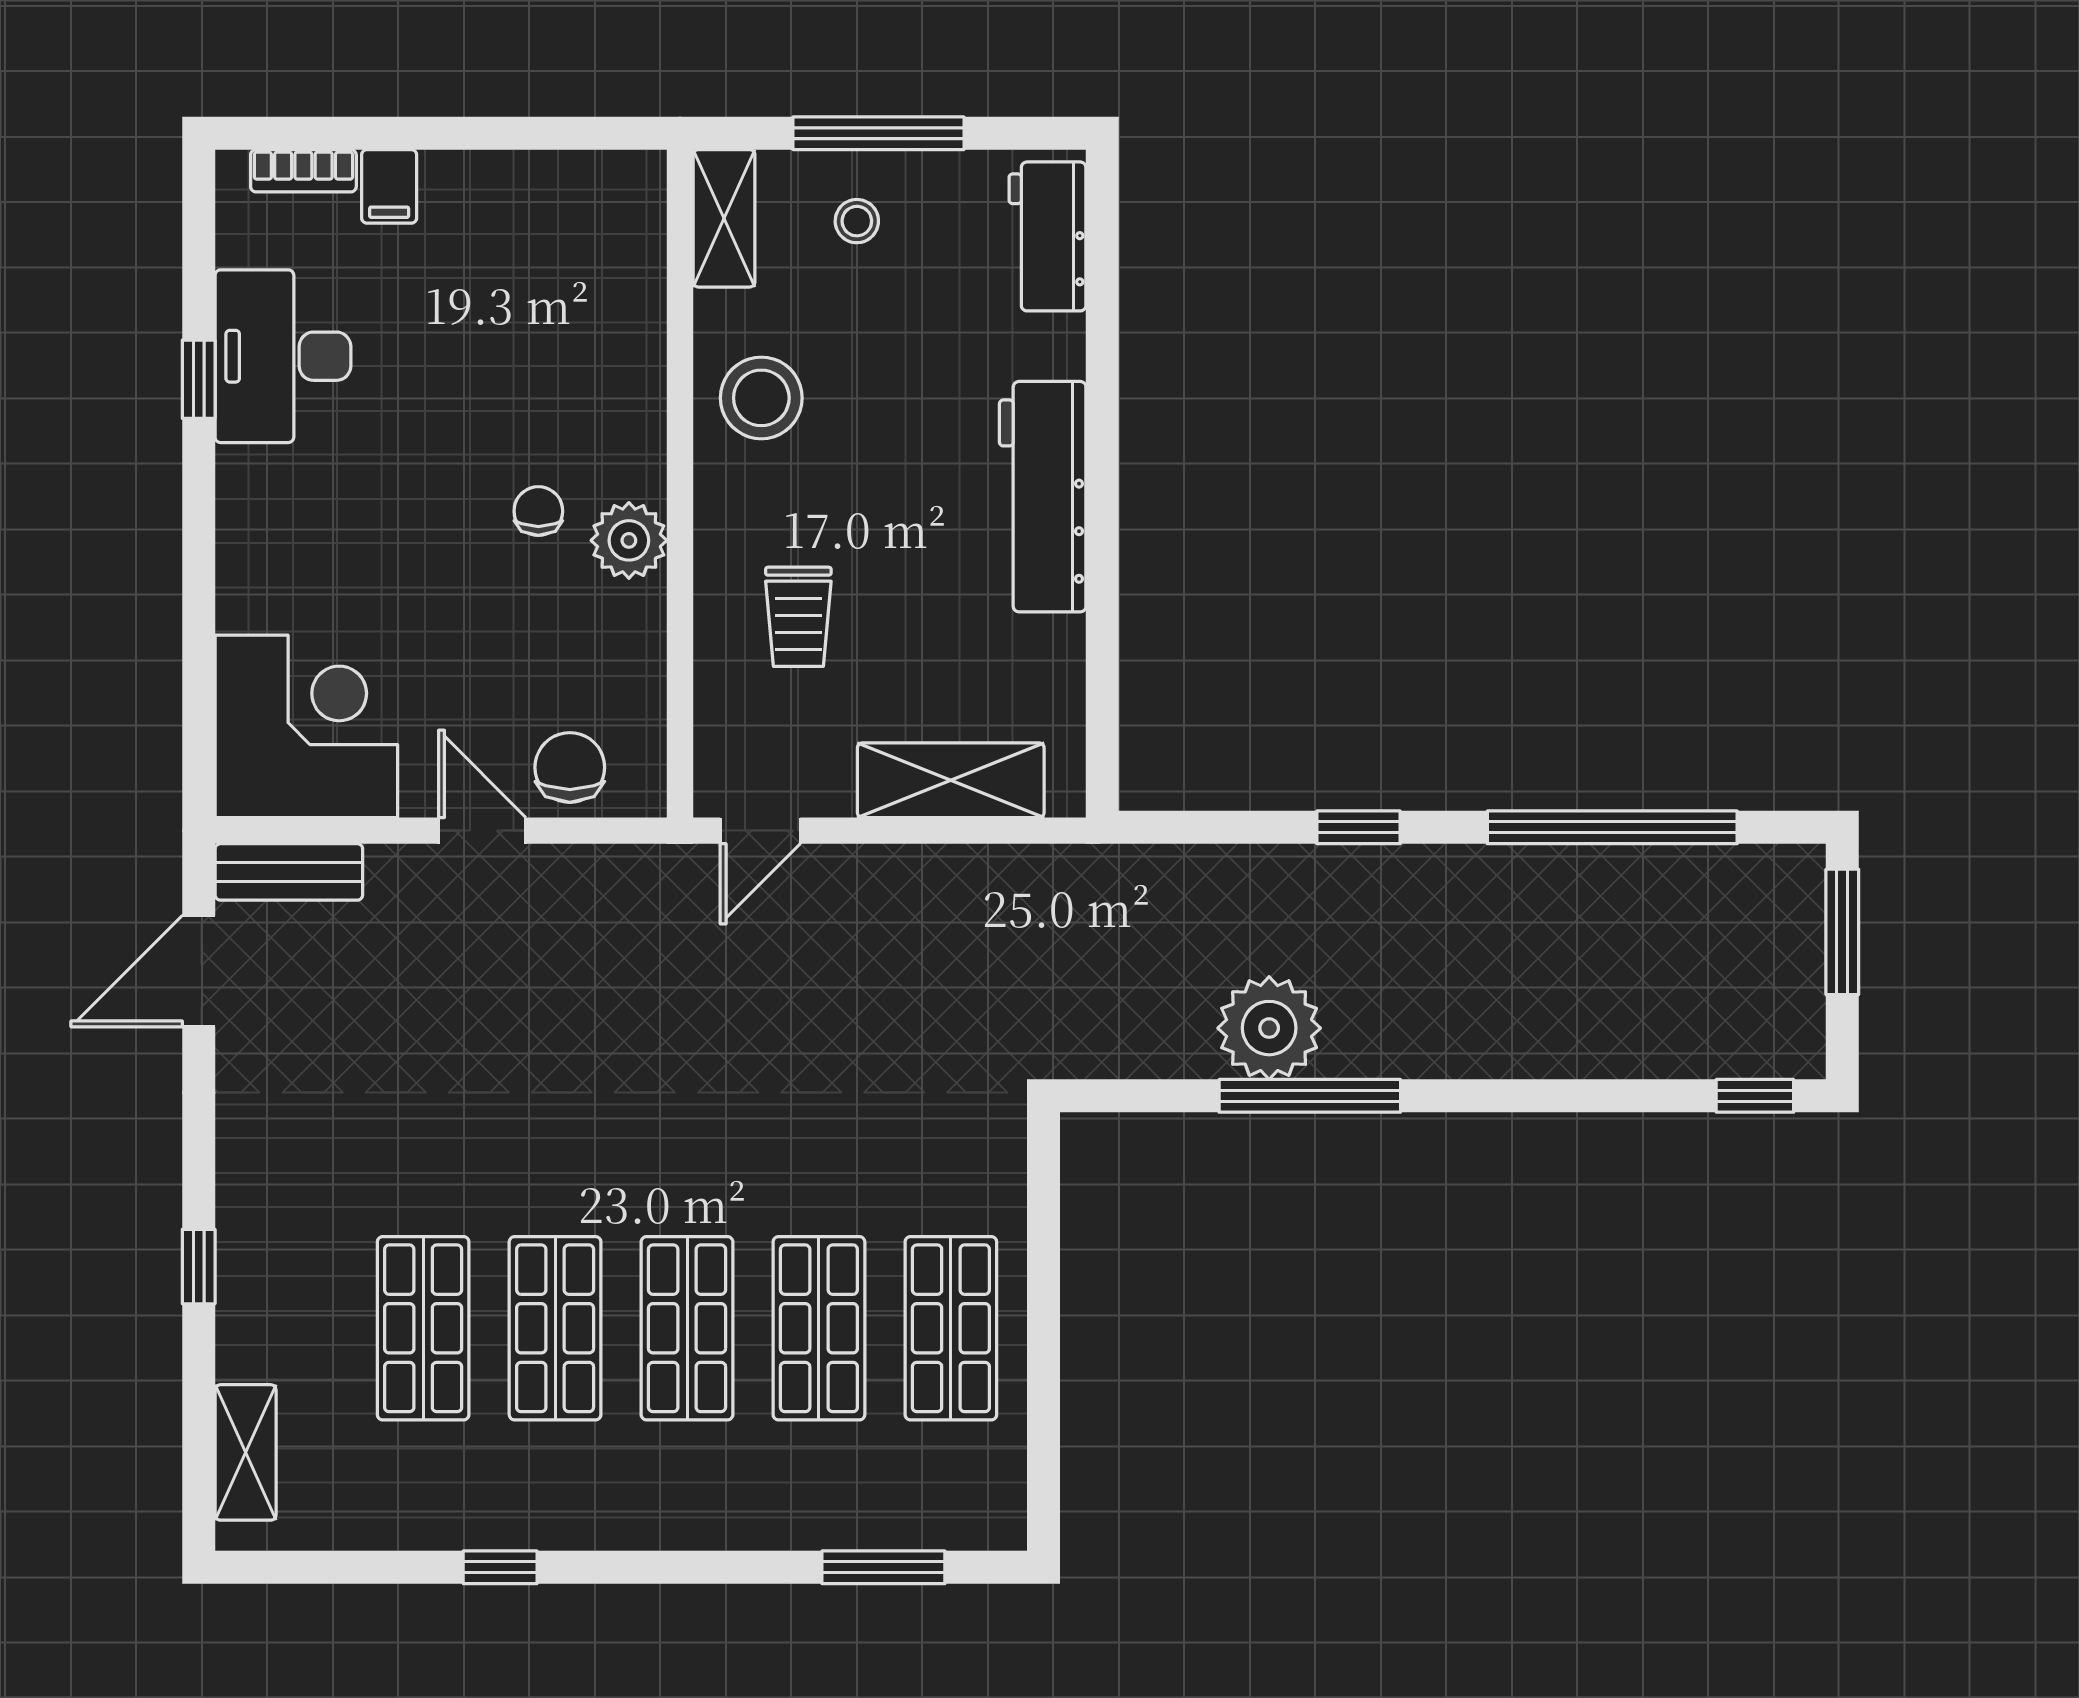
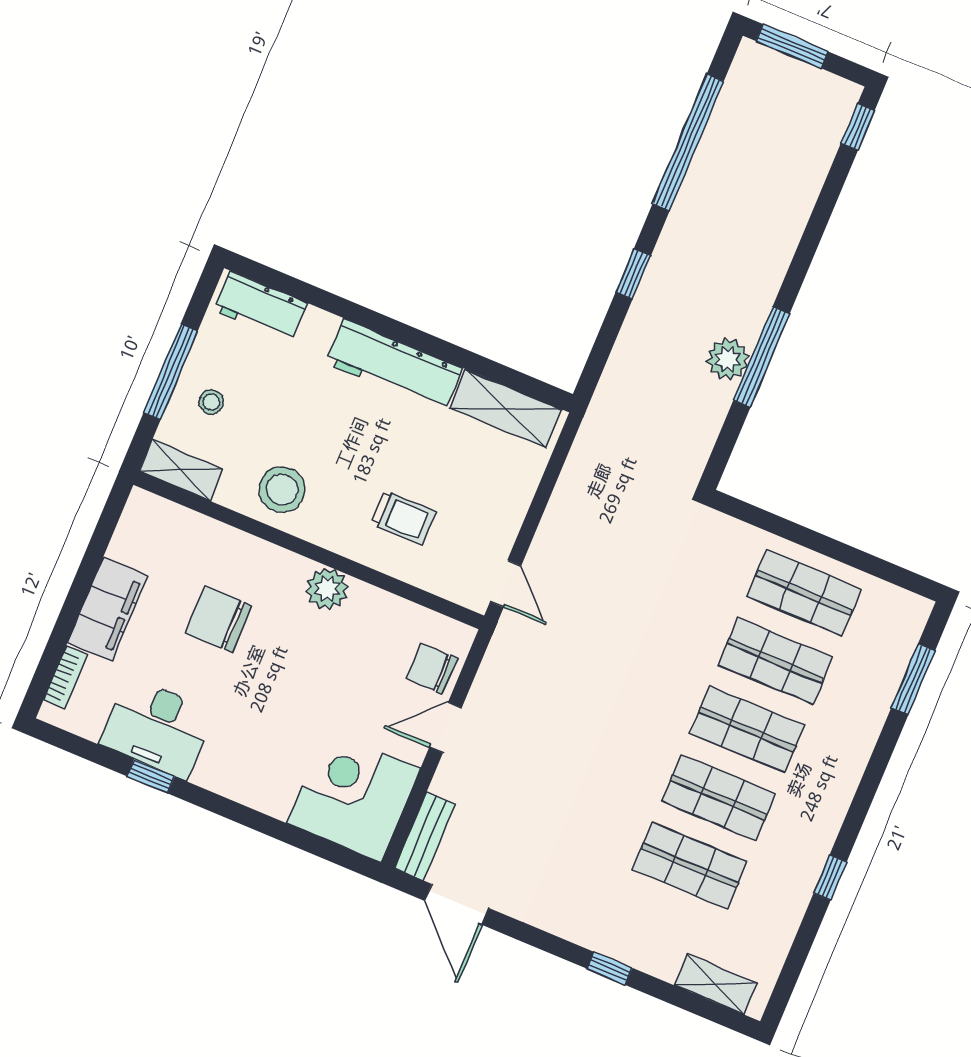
filing cabinet: (389, 186) -> (107, 609), width x3.00, depth x1.17
chair: (538, 511) -> (218, 619), moved, width x1.87, depth x1.87
shelving: (951, 780) -> (506, 409), moved, turned 90
plant: (1269, 1028) -> (728, 359), width x0.73, depth x0.73

